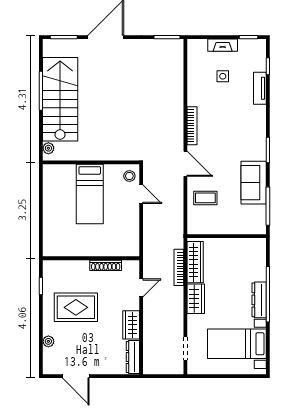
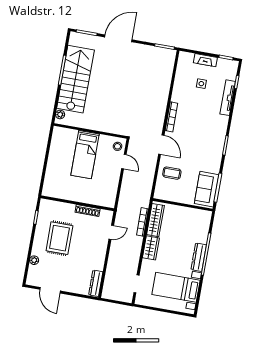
tv unit: (260, 88) -> (228, 98), width x1.41
sofa: (254, 183) -> (207, 189), moved
rug: (76, 307) -> (59, 238), turned 90
wardrobe: (131, 325) -> (99, 259), removed

